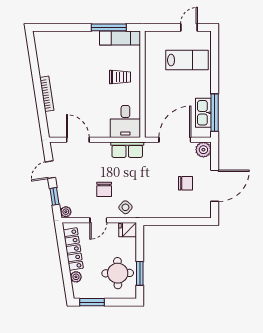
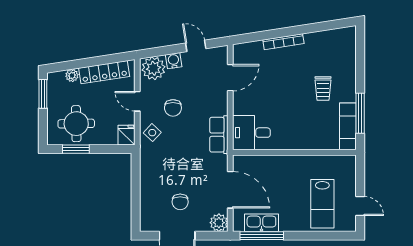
trolley: (120, 77) -> (323, 88), moved
water cooler: (63, 189) -> (174, 61), added
chair: (104, 189) -> (173, 108), turned -90
window: (54, 196) -> (165, 51), removed
plant: (66, 212) -> (153, 68), width x1.88, depth x1.88

